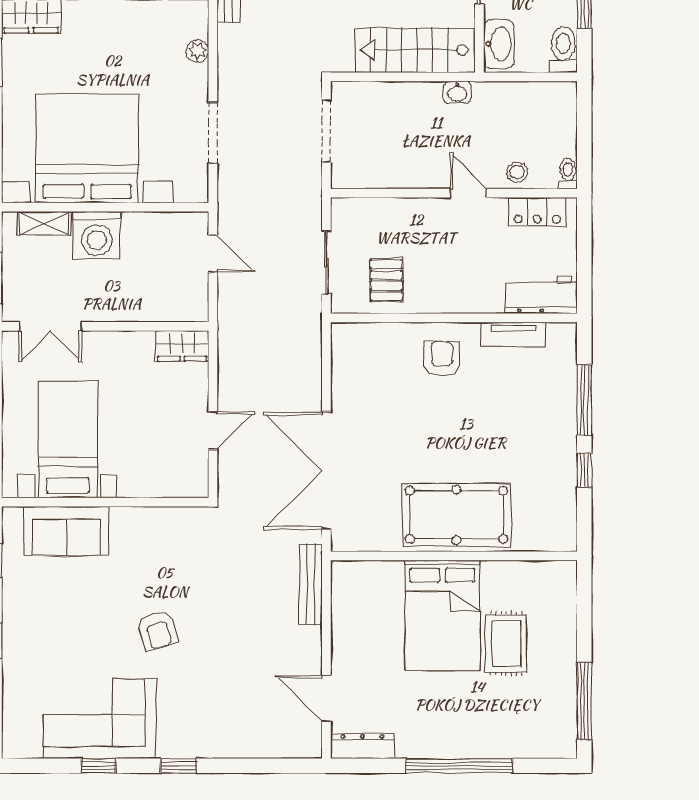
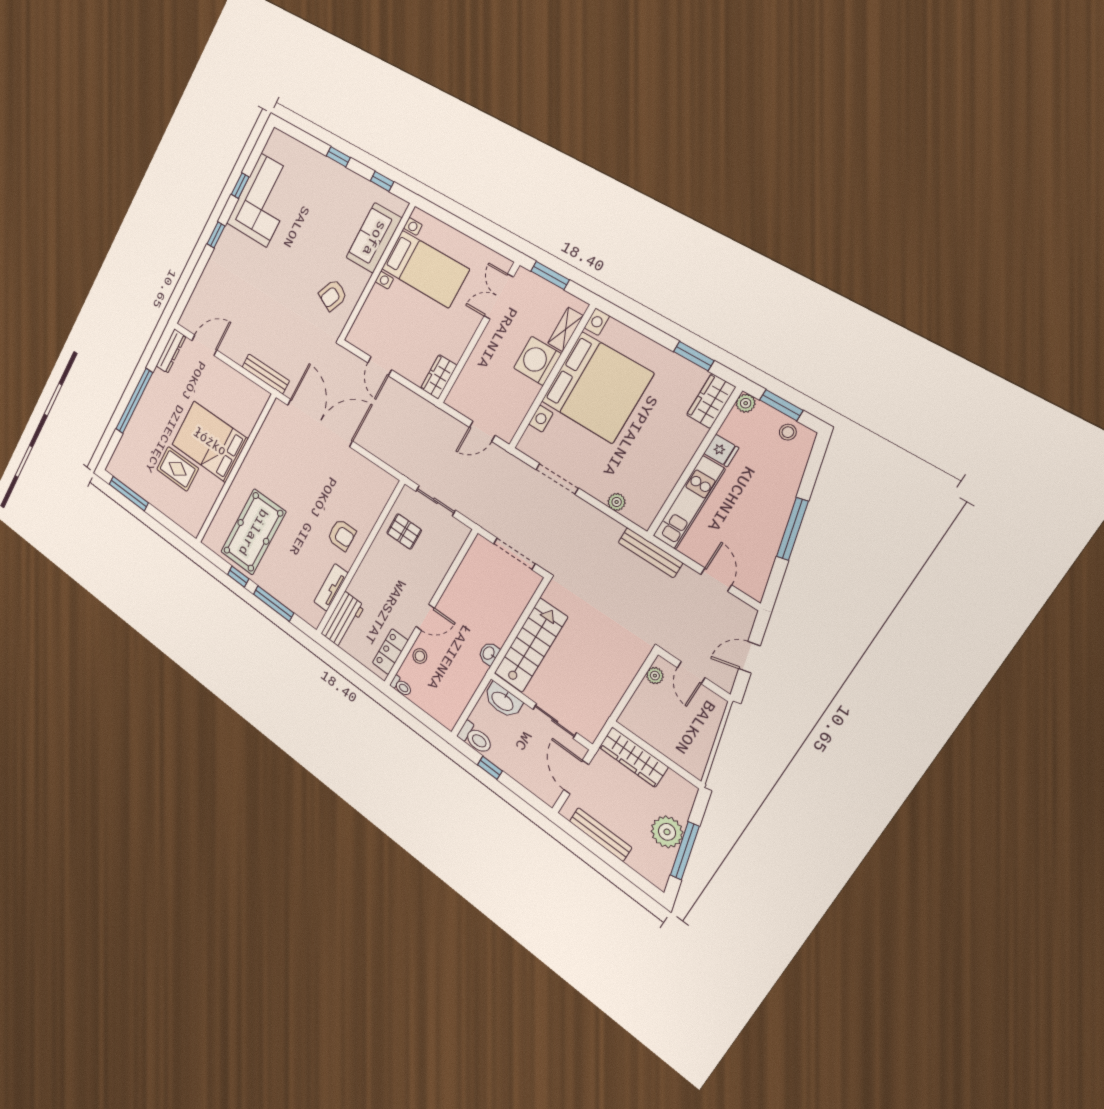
pool table: (456, 515) -> (253, 532), moved
armchair: (158, 630) -> (333, 295), moved, turned -49

